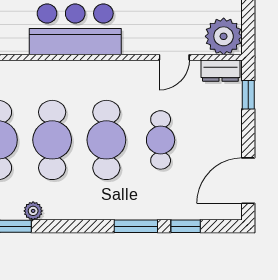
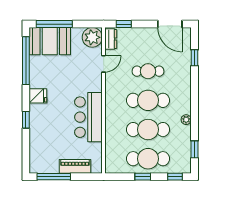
door: (174, 57) -> (104, 64), hinge flipped
plant: (33, 211) -> (186, 120), moved
window: (136, 226) -> (194, 84), removed

